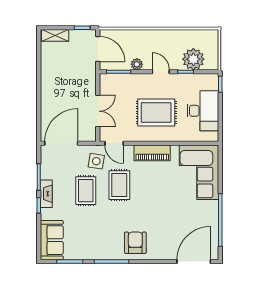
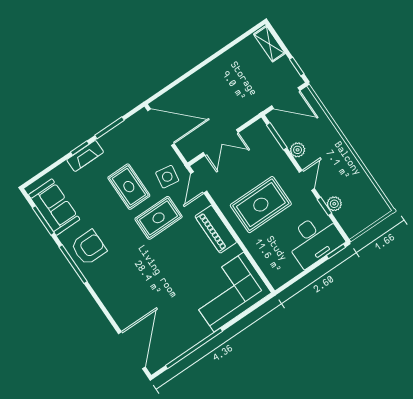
door: (98, 49) -> (286, 98), hinge flipped
plant: (193, 59) -> (334, 204), width x0.53, depth x0.53
desk: (203, 111) -> (314, 240), moved
rug: (156, 113) -> (261, 205), turned 90
rug: (86, 191) -> (129, 187), turned 90
fireplace: (46, 194) -> (85, 156), moved
sofa: (52, 240) -> (54, 207), moved, turned -90
armchair: (135, 243) -> (89, 247), moved
door: (194, 261) -> (132, 350), hinge flipped

